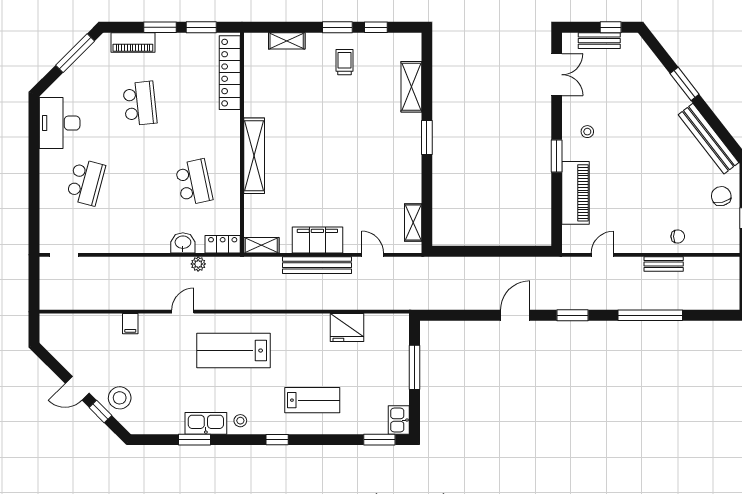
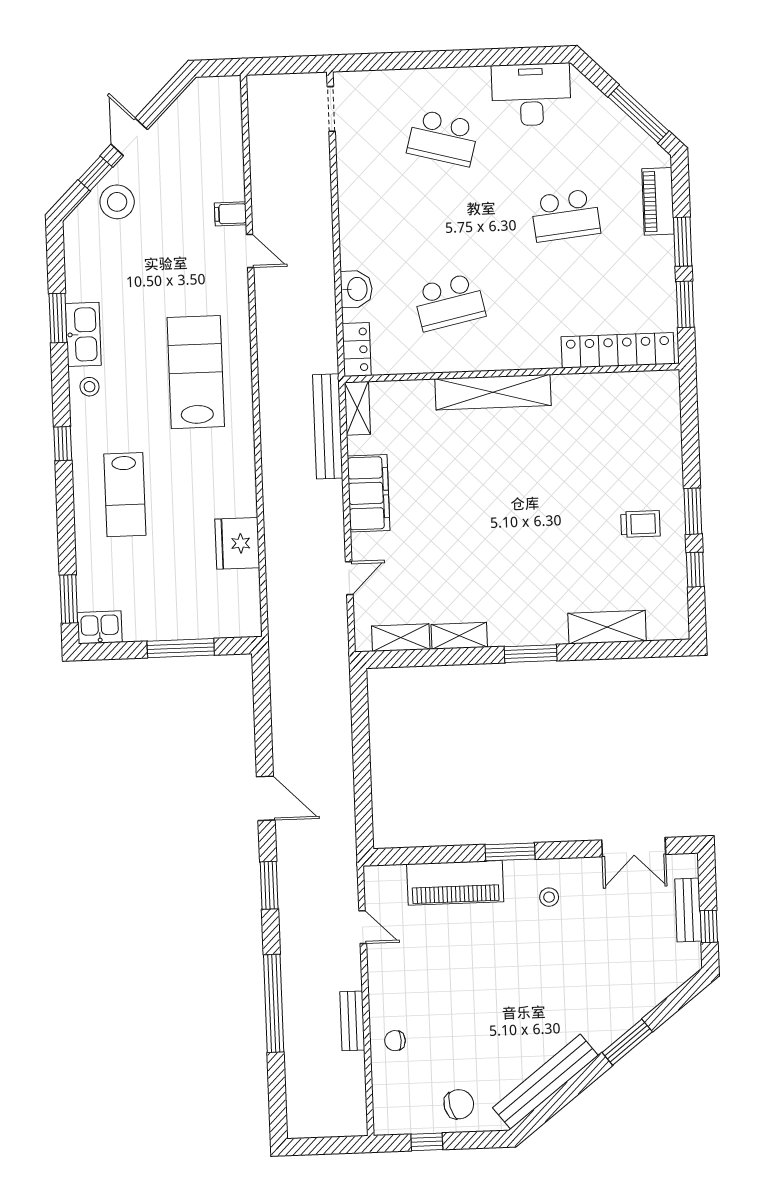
shelving: (287, 41) -> (459, 636), moved, turned 90
chair: (678, 236) -> (395, 1041), turned 90
plant: (198, 264) -> (325, 313), removed
bench: (317, 265) -> (328, 426), moved
door: (183, 312) -> (250, 251), moved

